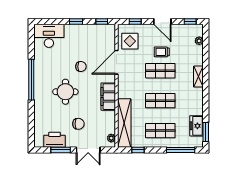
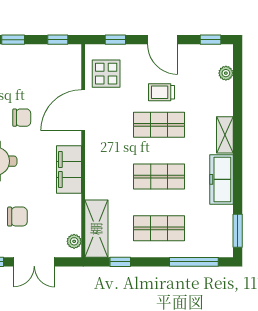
shelving: (124, 123) -> (96, 229), width x0.68
freezer: (197, 126) -> (221, 179), moved, width x1.40

